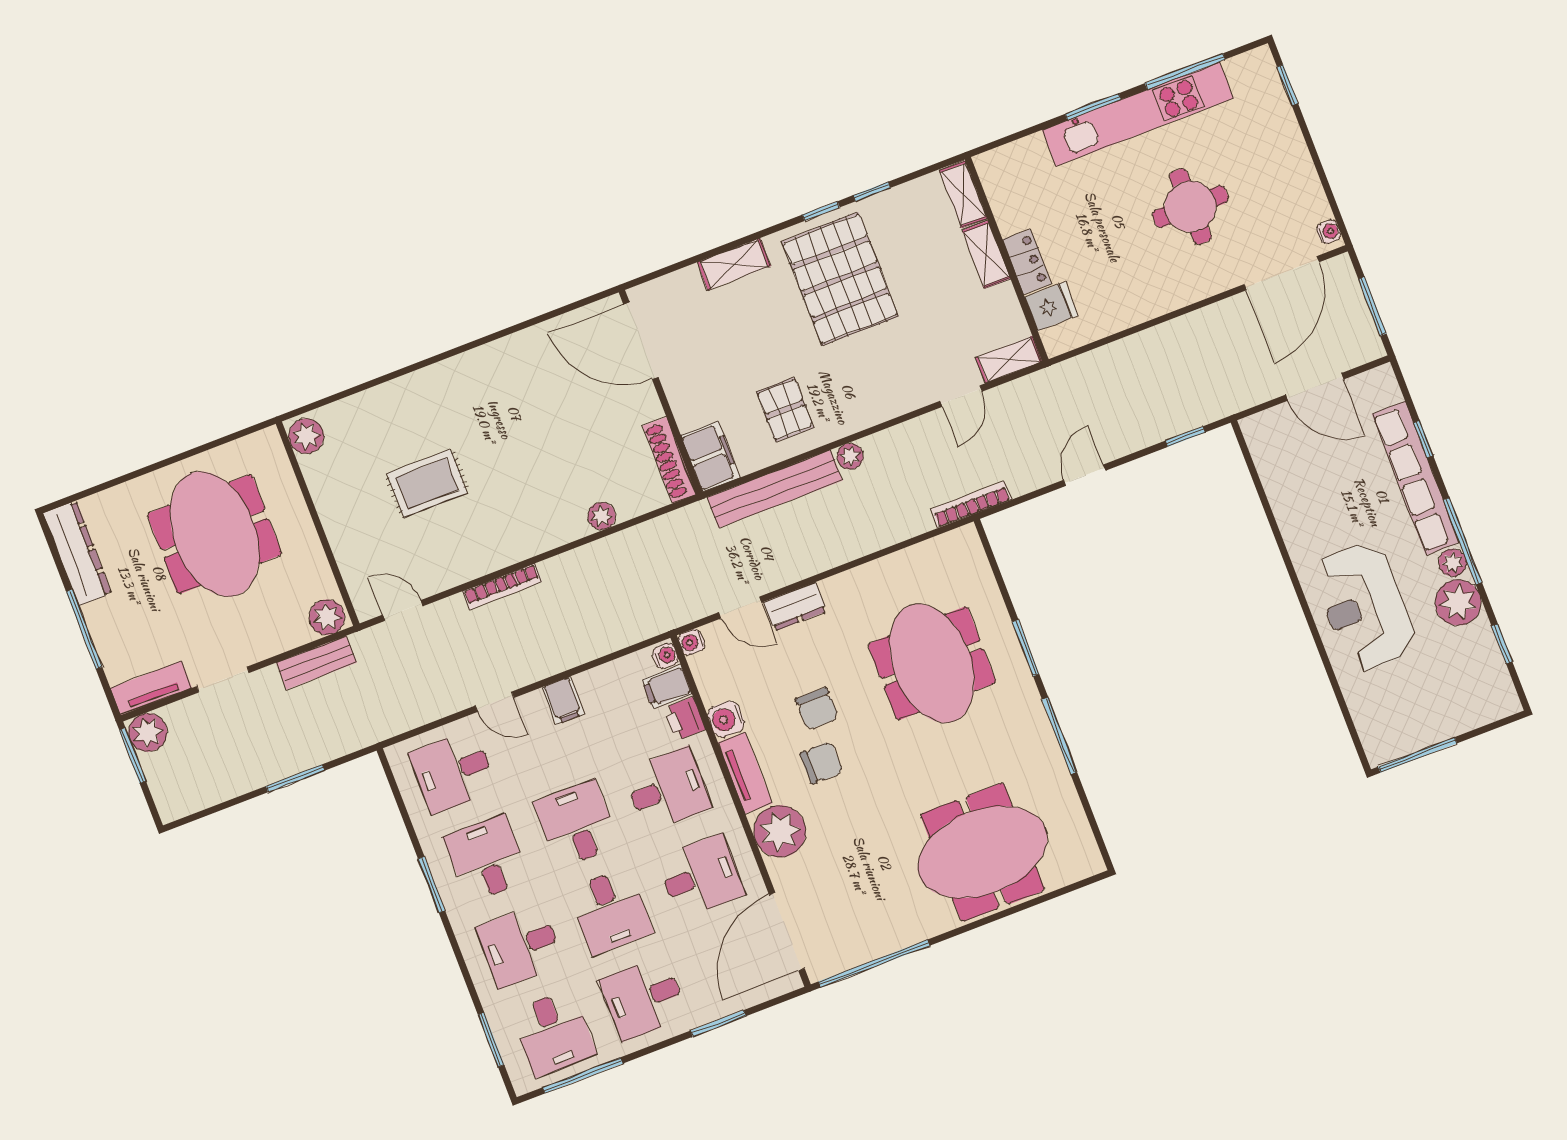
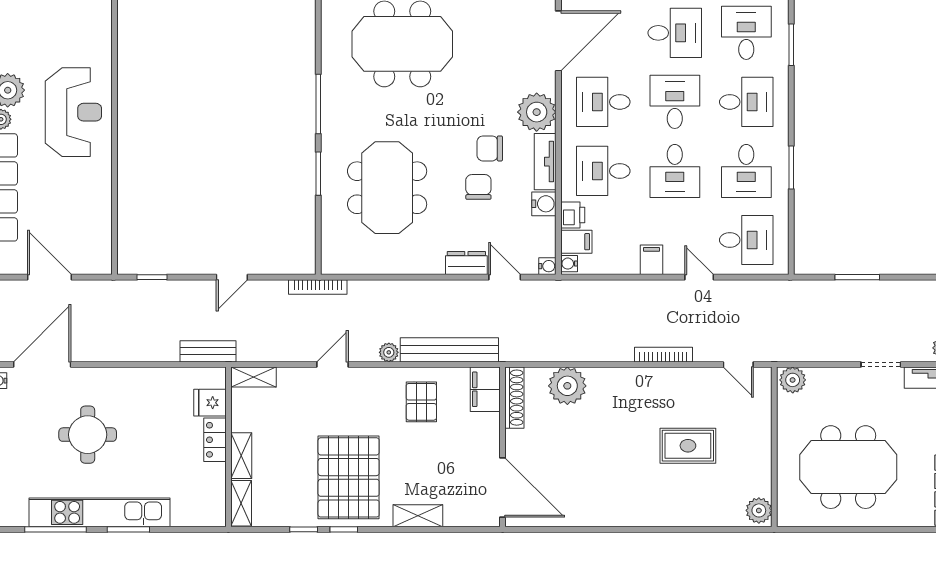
door: (961, 396) -> (332, 364), moved
plant: (602, 516) -> (567, 386), width x1.88, depth x1.88
meeting table: (215, 534) -> (848, 467), turned 90
bench: (316, 663) -> (208, 351), moved

